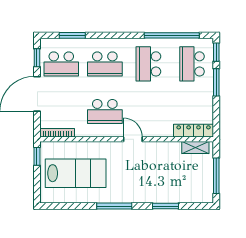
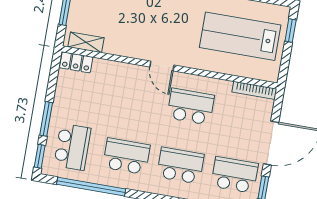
school desk: (148, 64) -> (126, 156), turned -90
locker: (194, 131) -> (76, 62), width x0.66
window: (37, 156) -> (291, 31), moved

